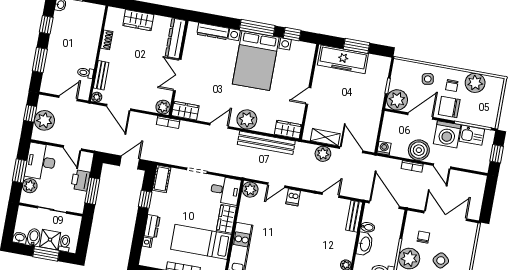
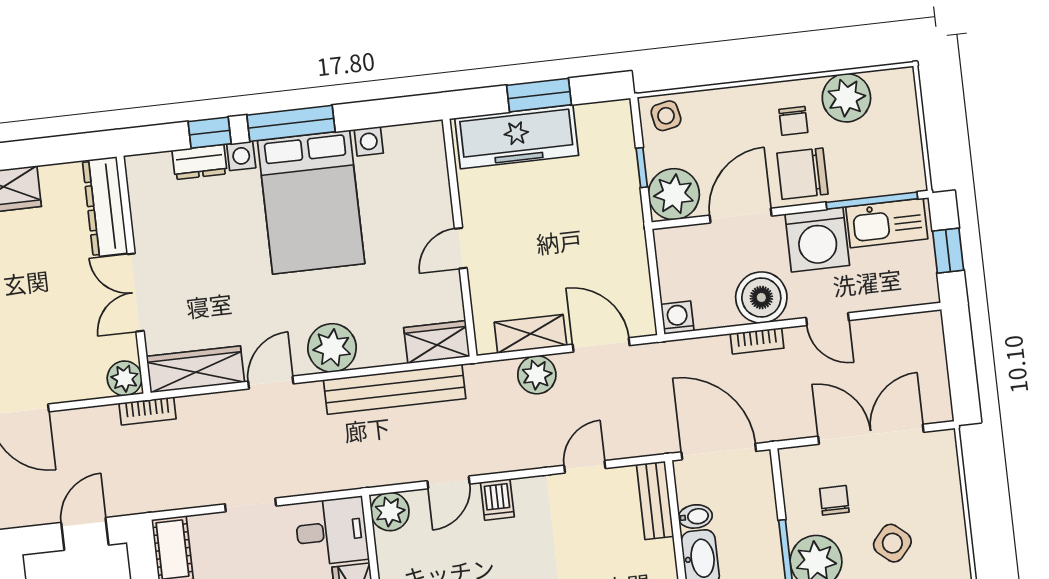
dresser: (213, 31) -> (200, 162), width x0.70
window: (292, 34) -> (210, 133), moved
side table: (428, 79) -> (666, 116), moved
wardrobe: (185, 111) -> (195, 369), width x1.50
kitchen sink: (472, 135) -> (887, 223), width x1.38

